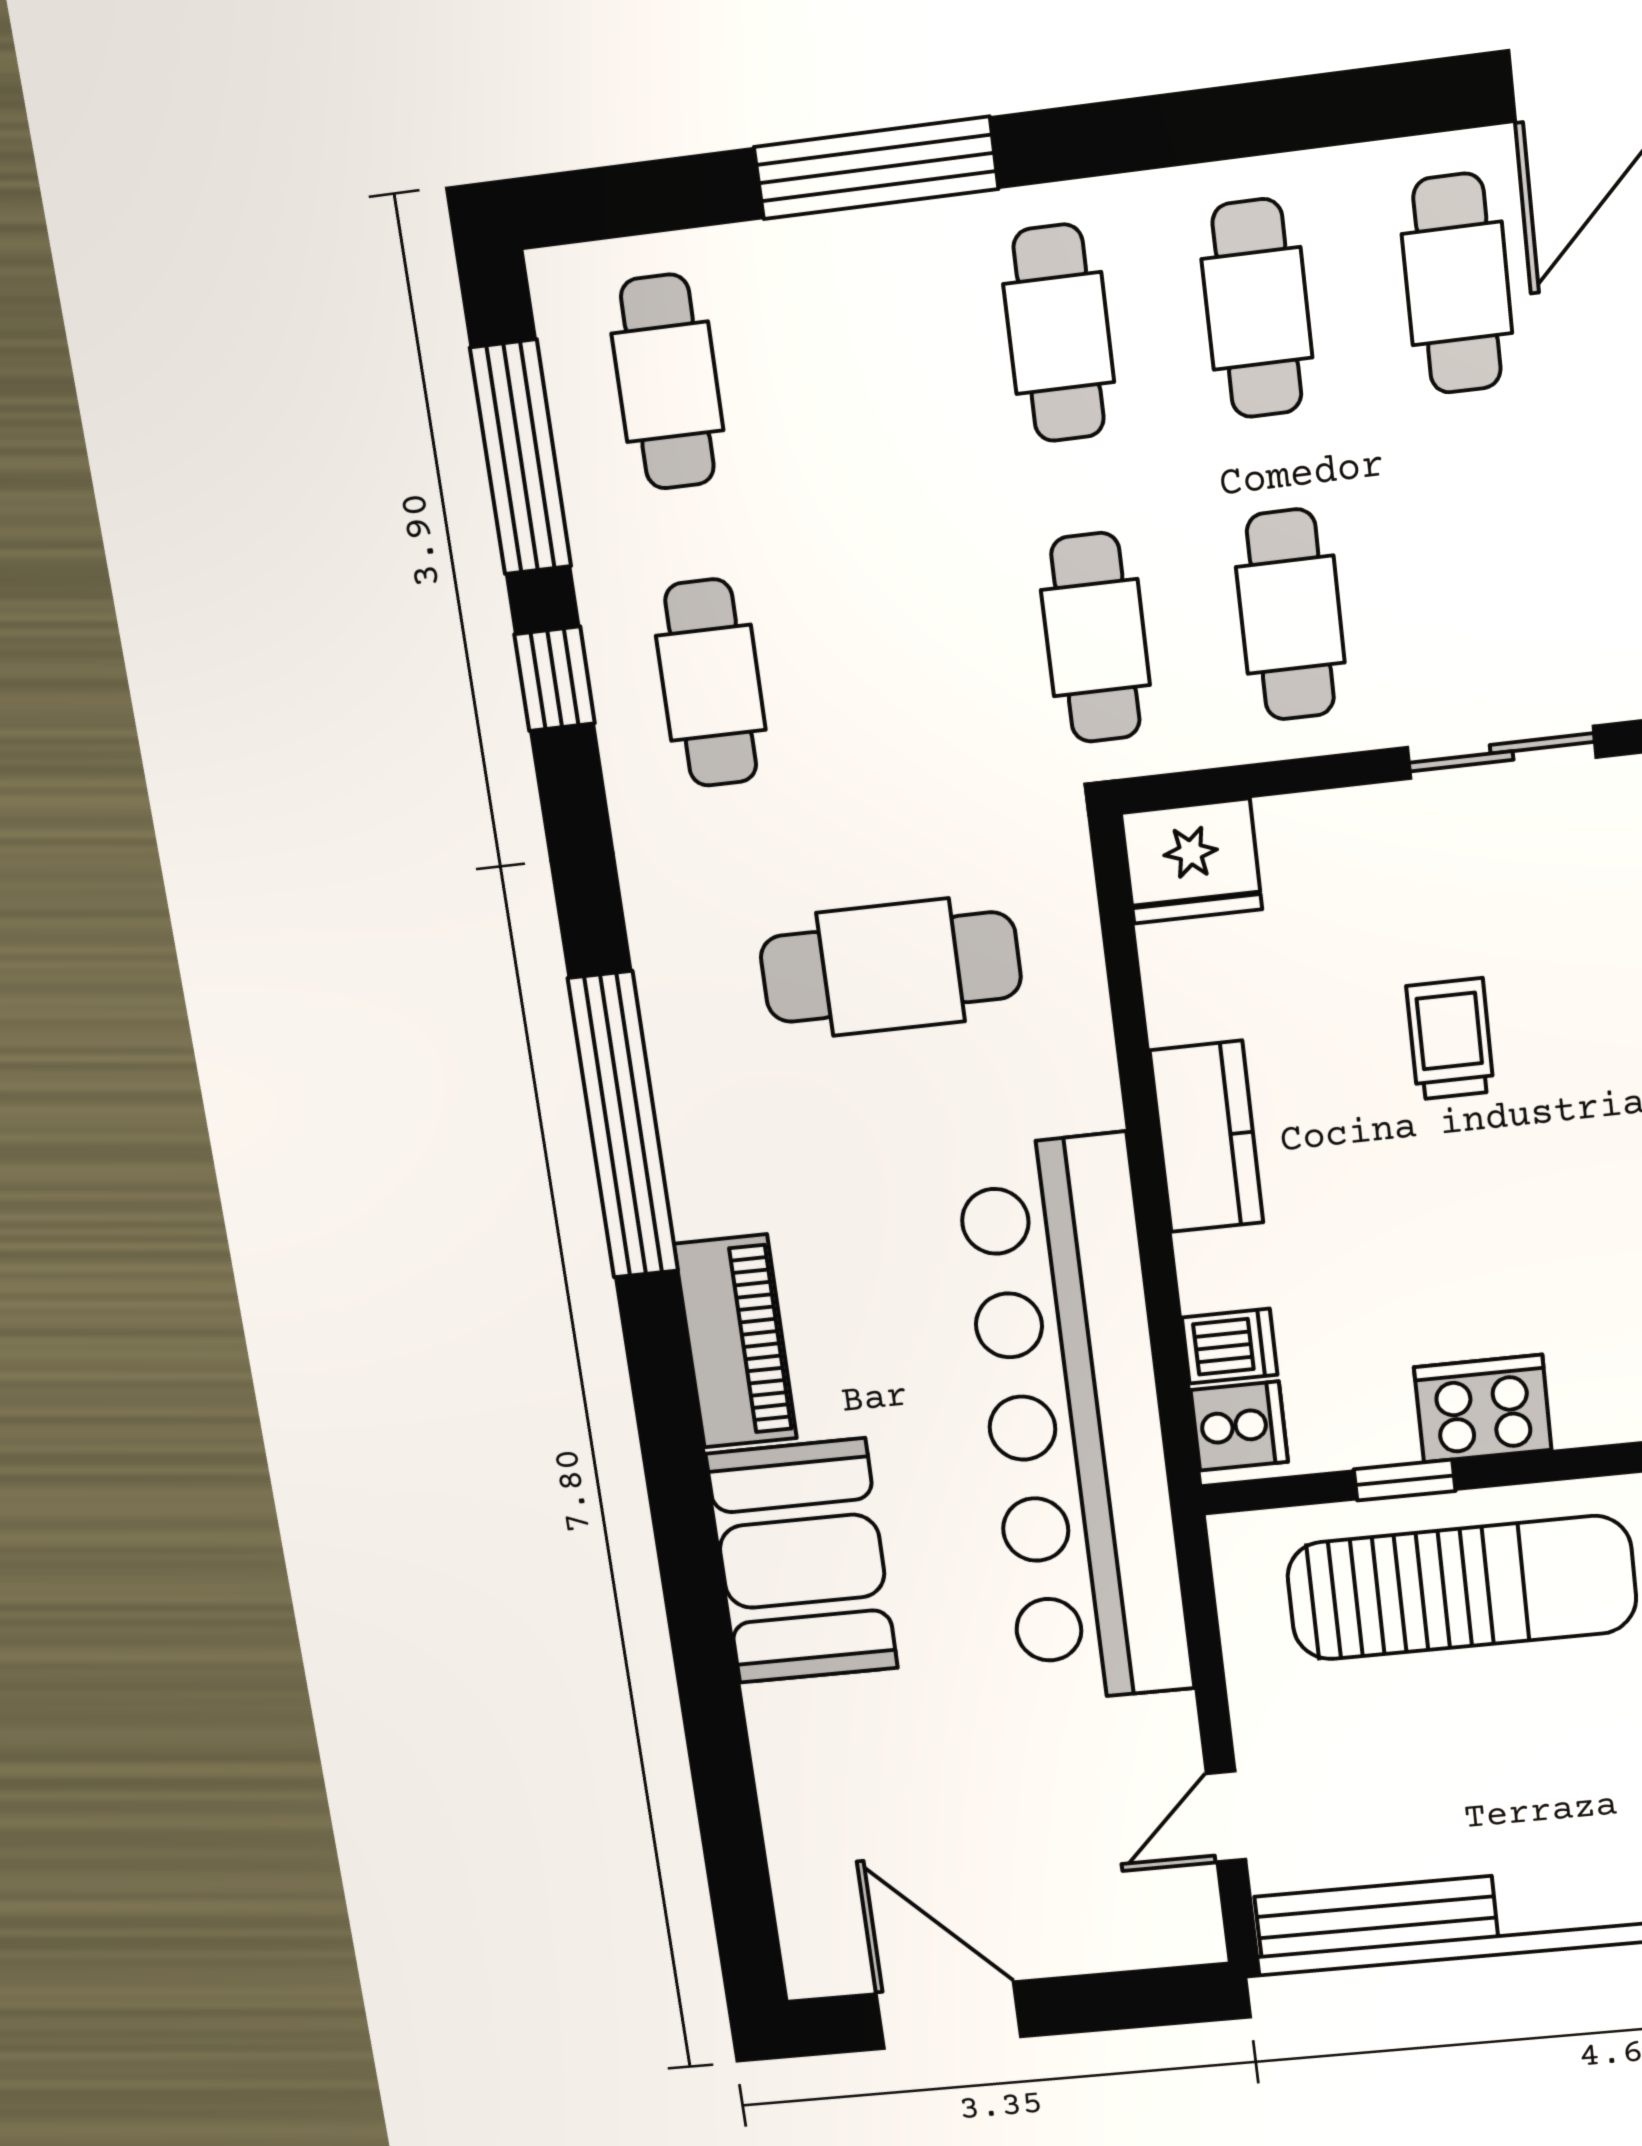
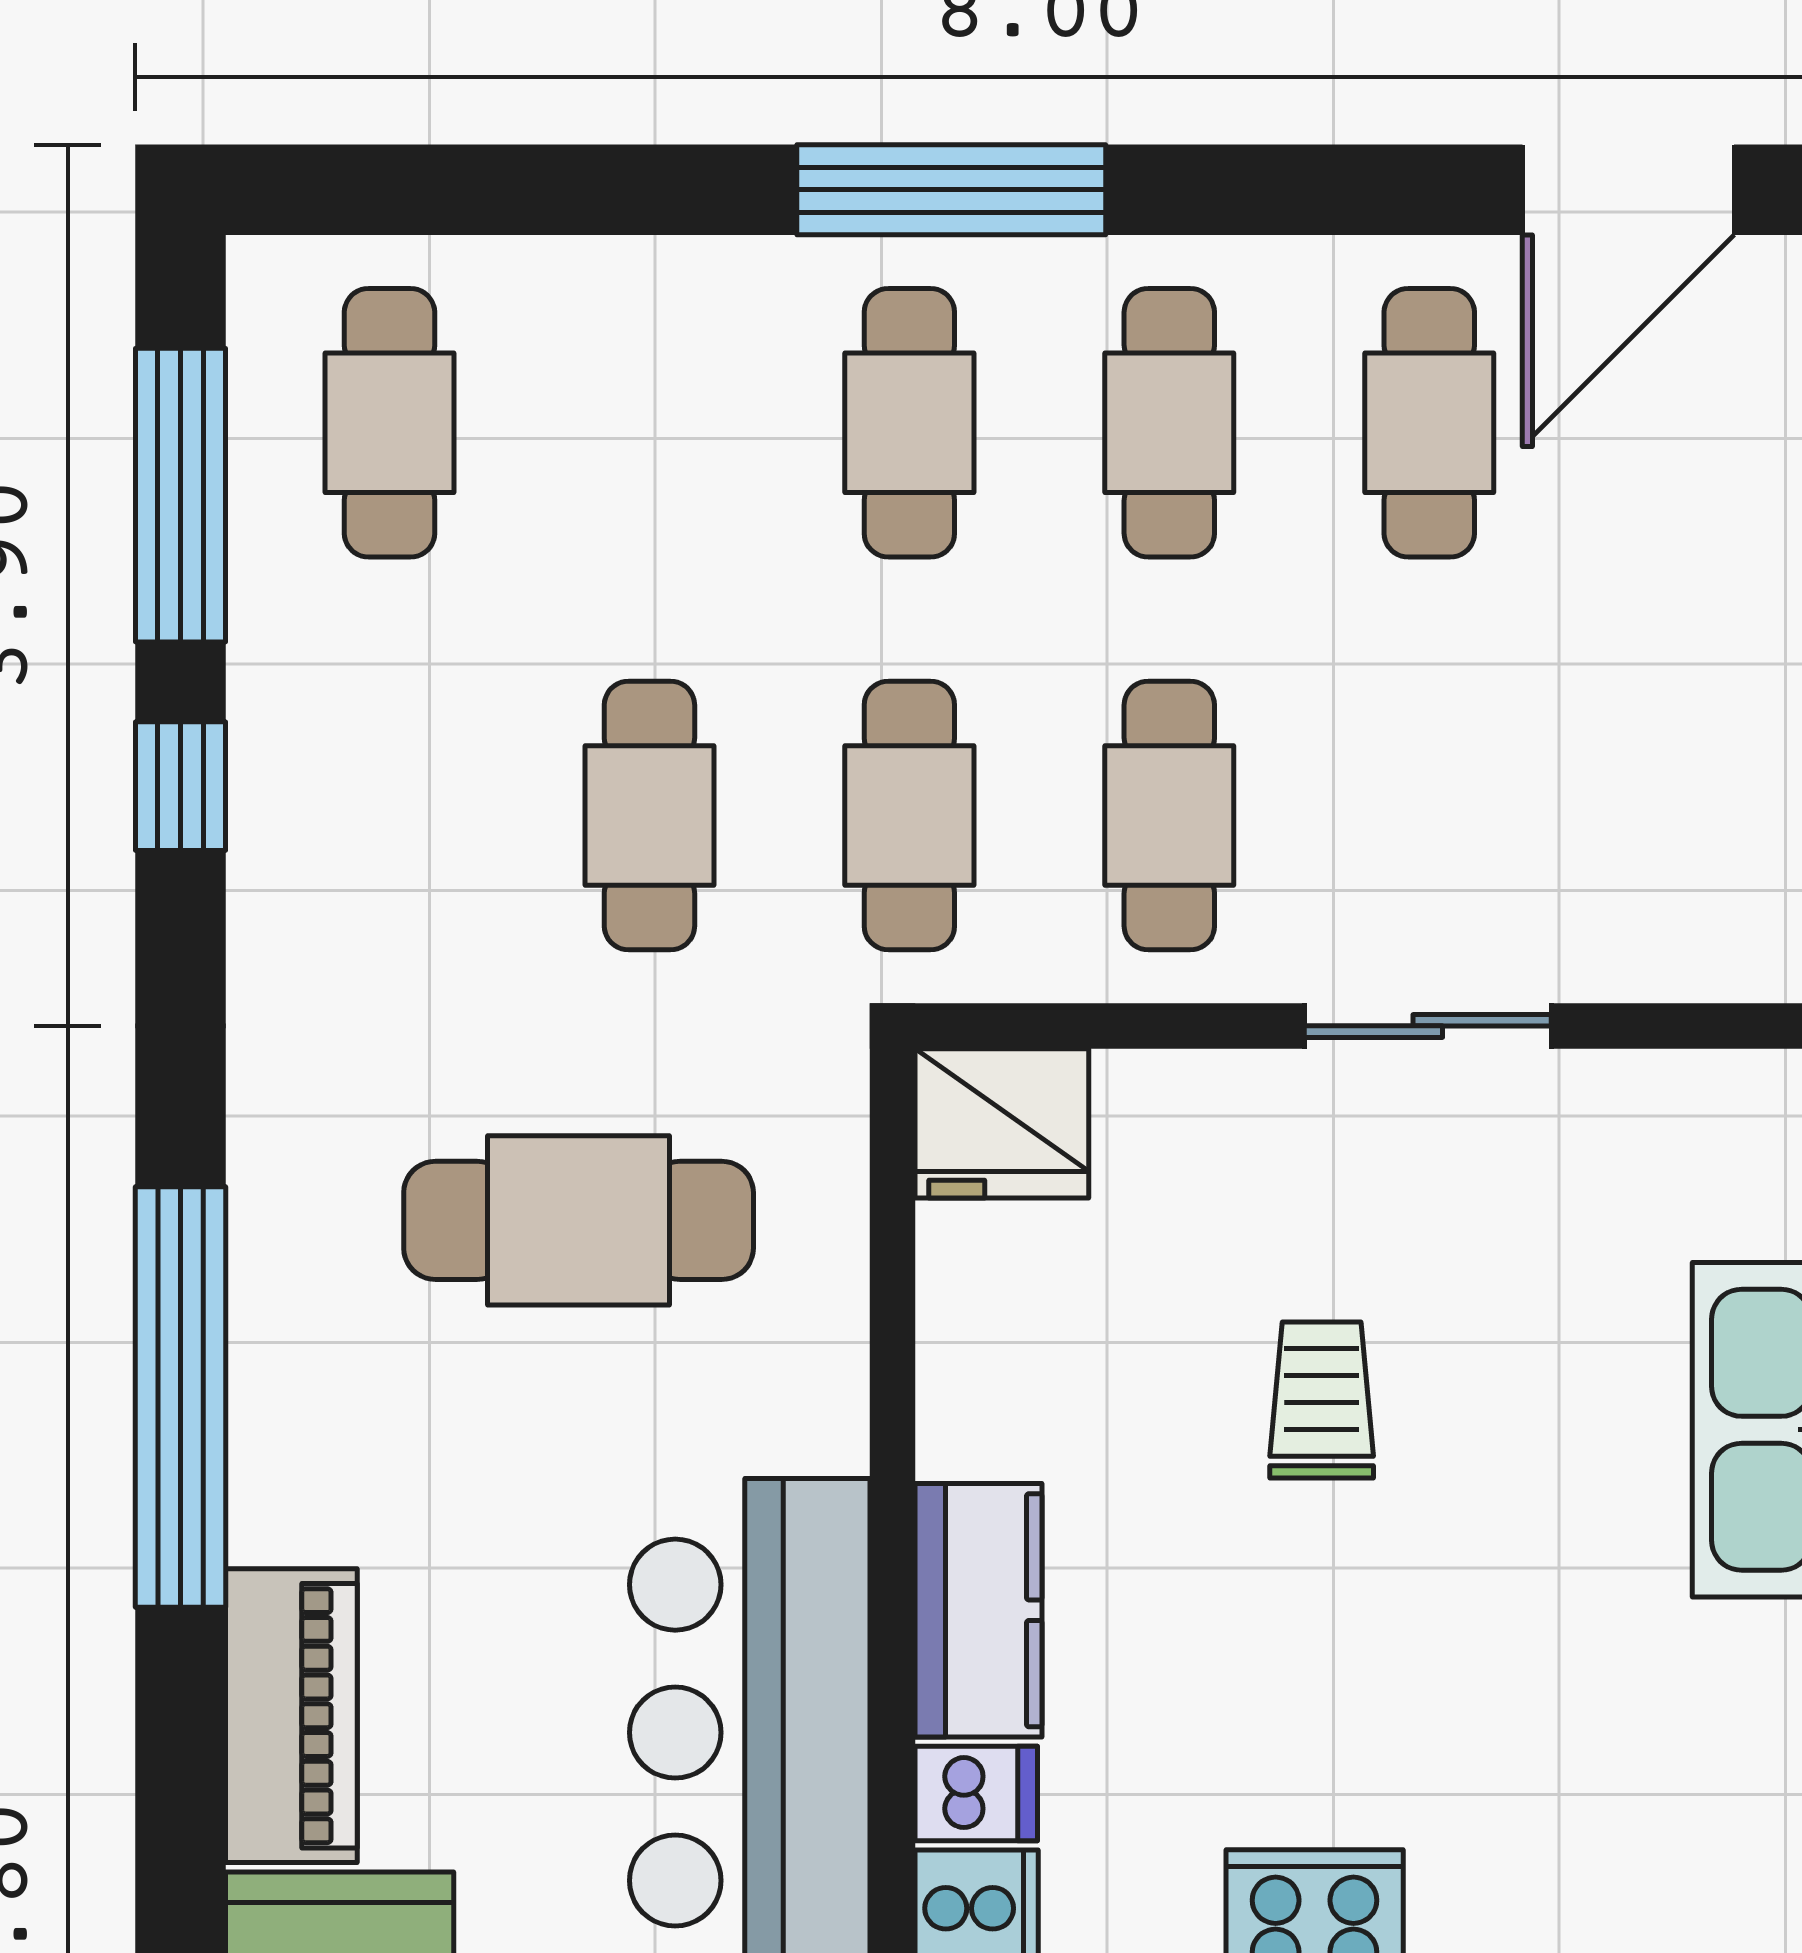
window: (876, 168) -> (951, 190), moved
cafe table: (711, 683) -> (649, 816), moved
kitchen counter: (1207, 1137) -> (978, 1610), moved

